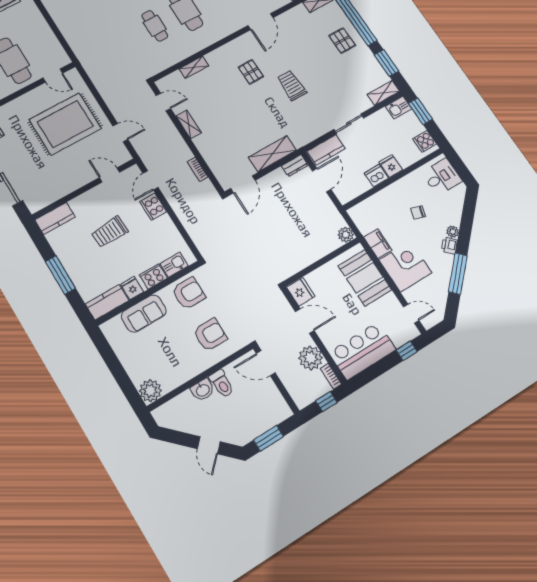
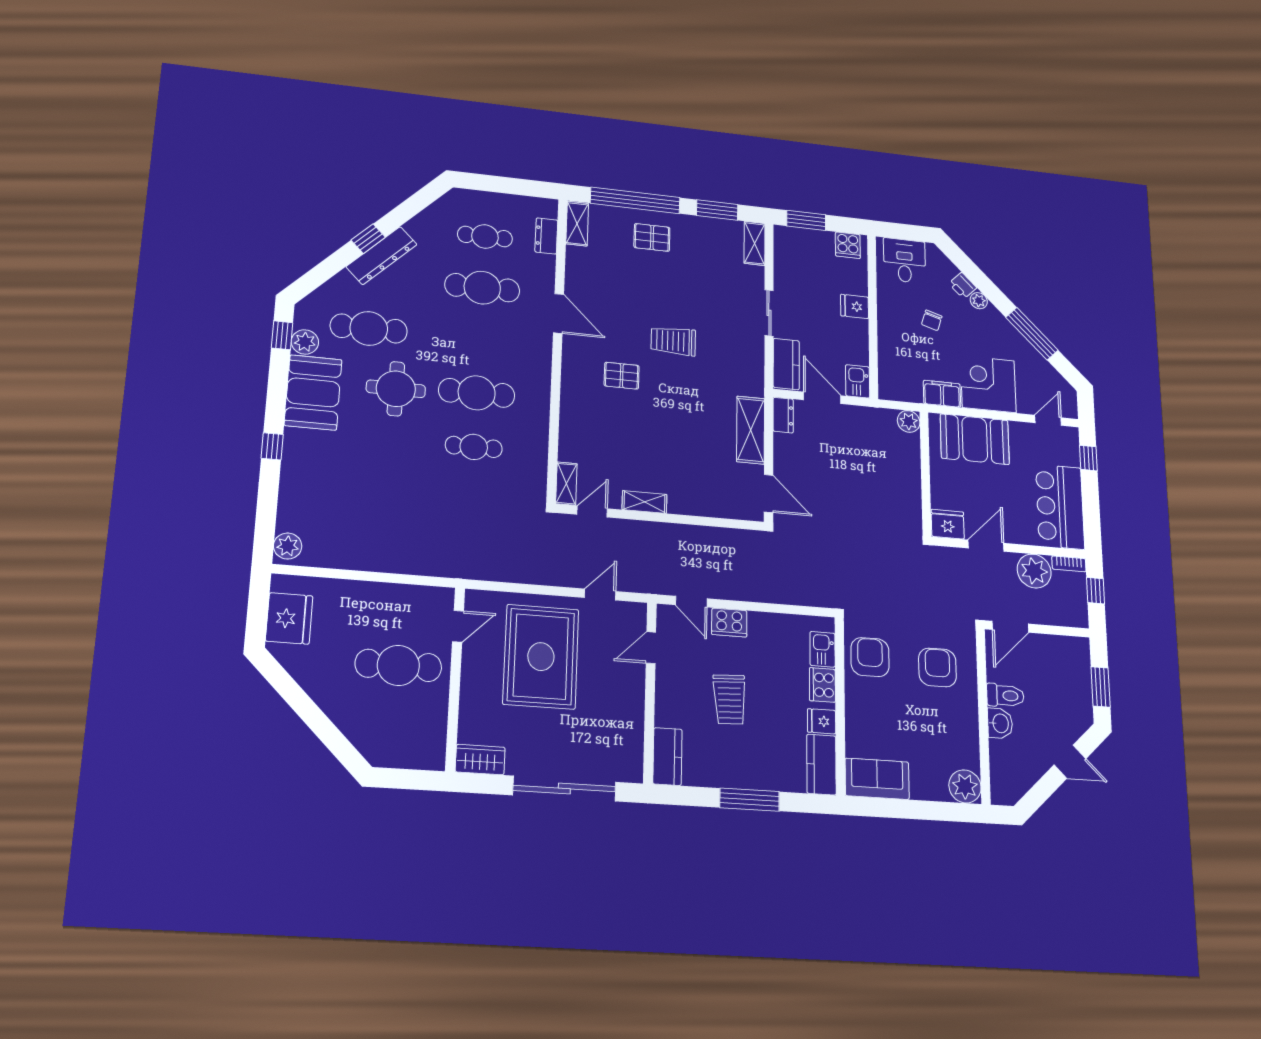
shelving: (194, 67) -> (566, 484), moved
kitchen sink: (399, 108) -> (858, 381), moved, turned 180
bookcase: (198, 169) -> (713, 534), removed
dishwasher: (376, 176) -> (856, 332), removed
printer: (449, 246) -> (963, 286), moved
sofa: (144, 313) -> (877, 779), moved, turned -90

